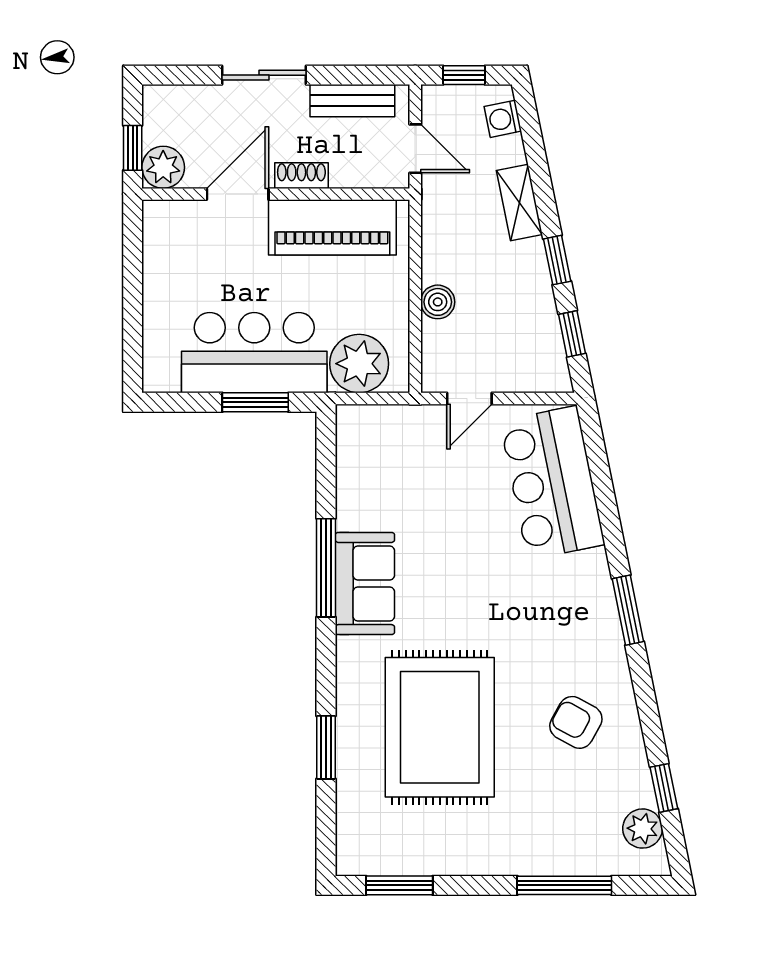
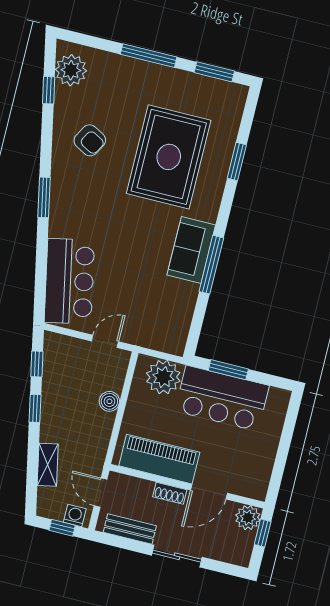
washing machine: (503, 119) -> (75, 516), moved, turned -79
shelving: (519, 202) -> (48, 465), moved
plant: (643, 829) -> (71, 70), width x1.36, depth x1.36
window: (564, 885) -> (149, 56), moved

